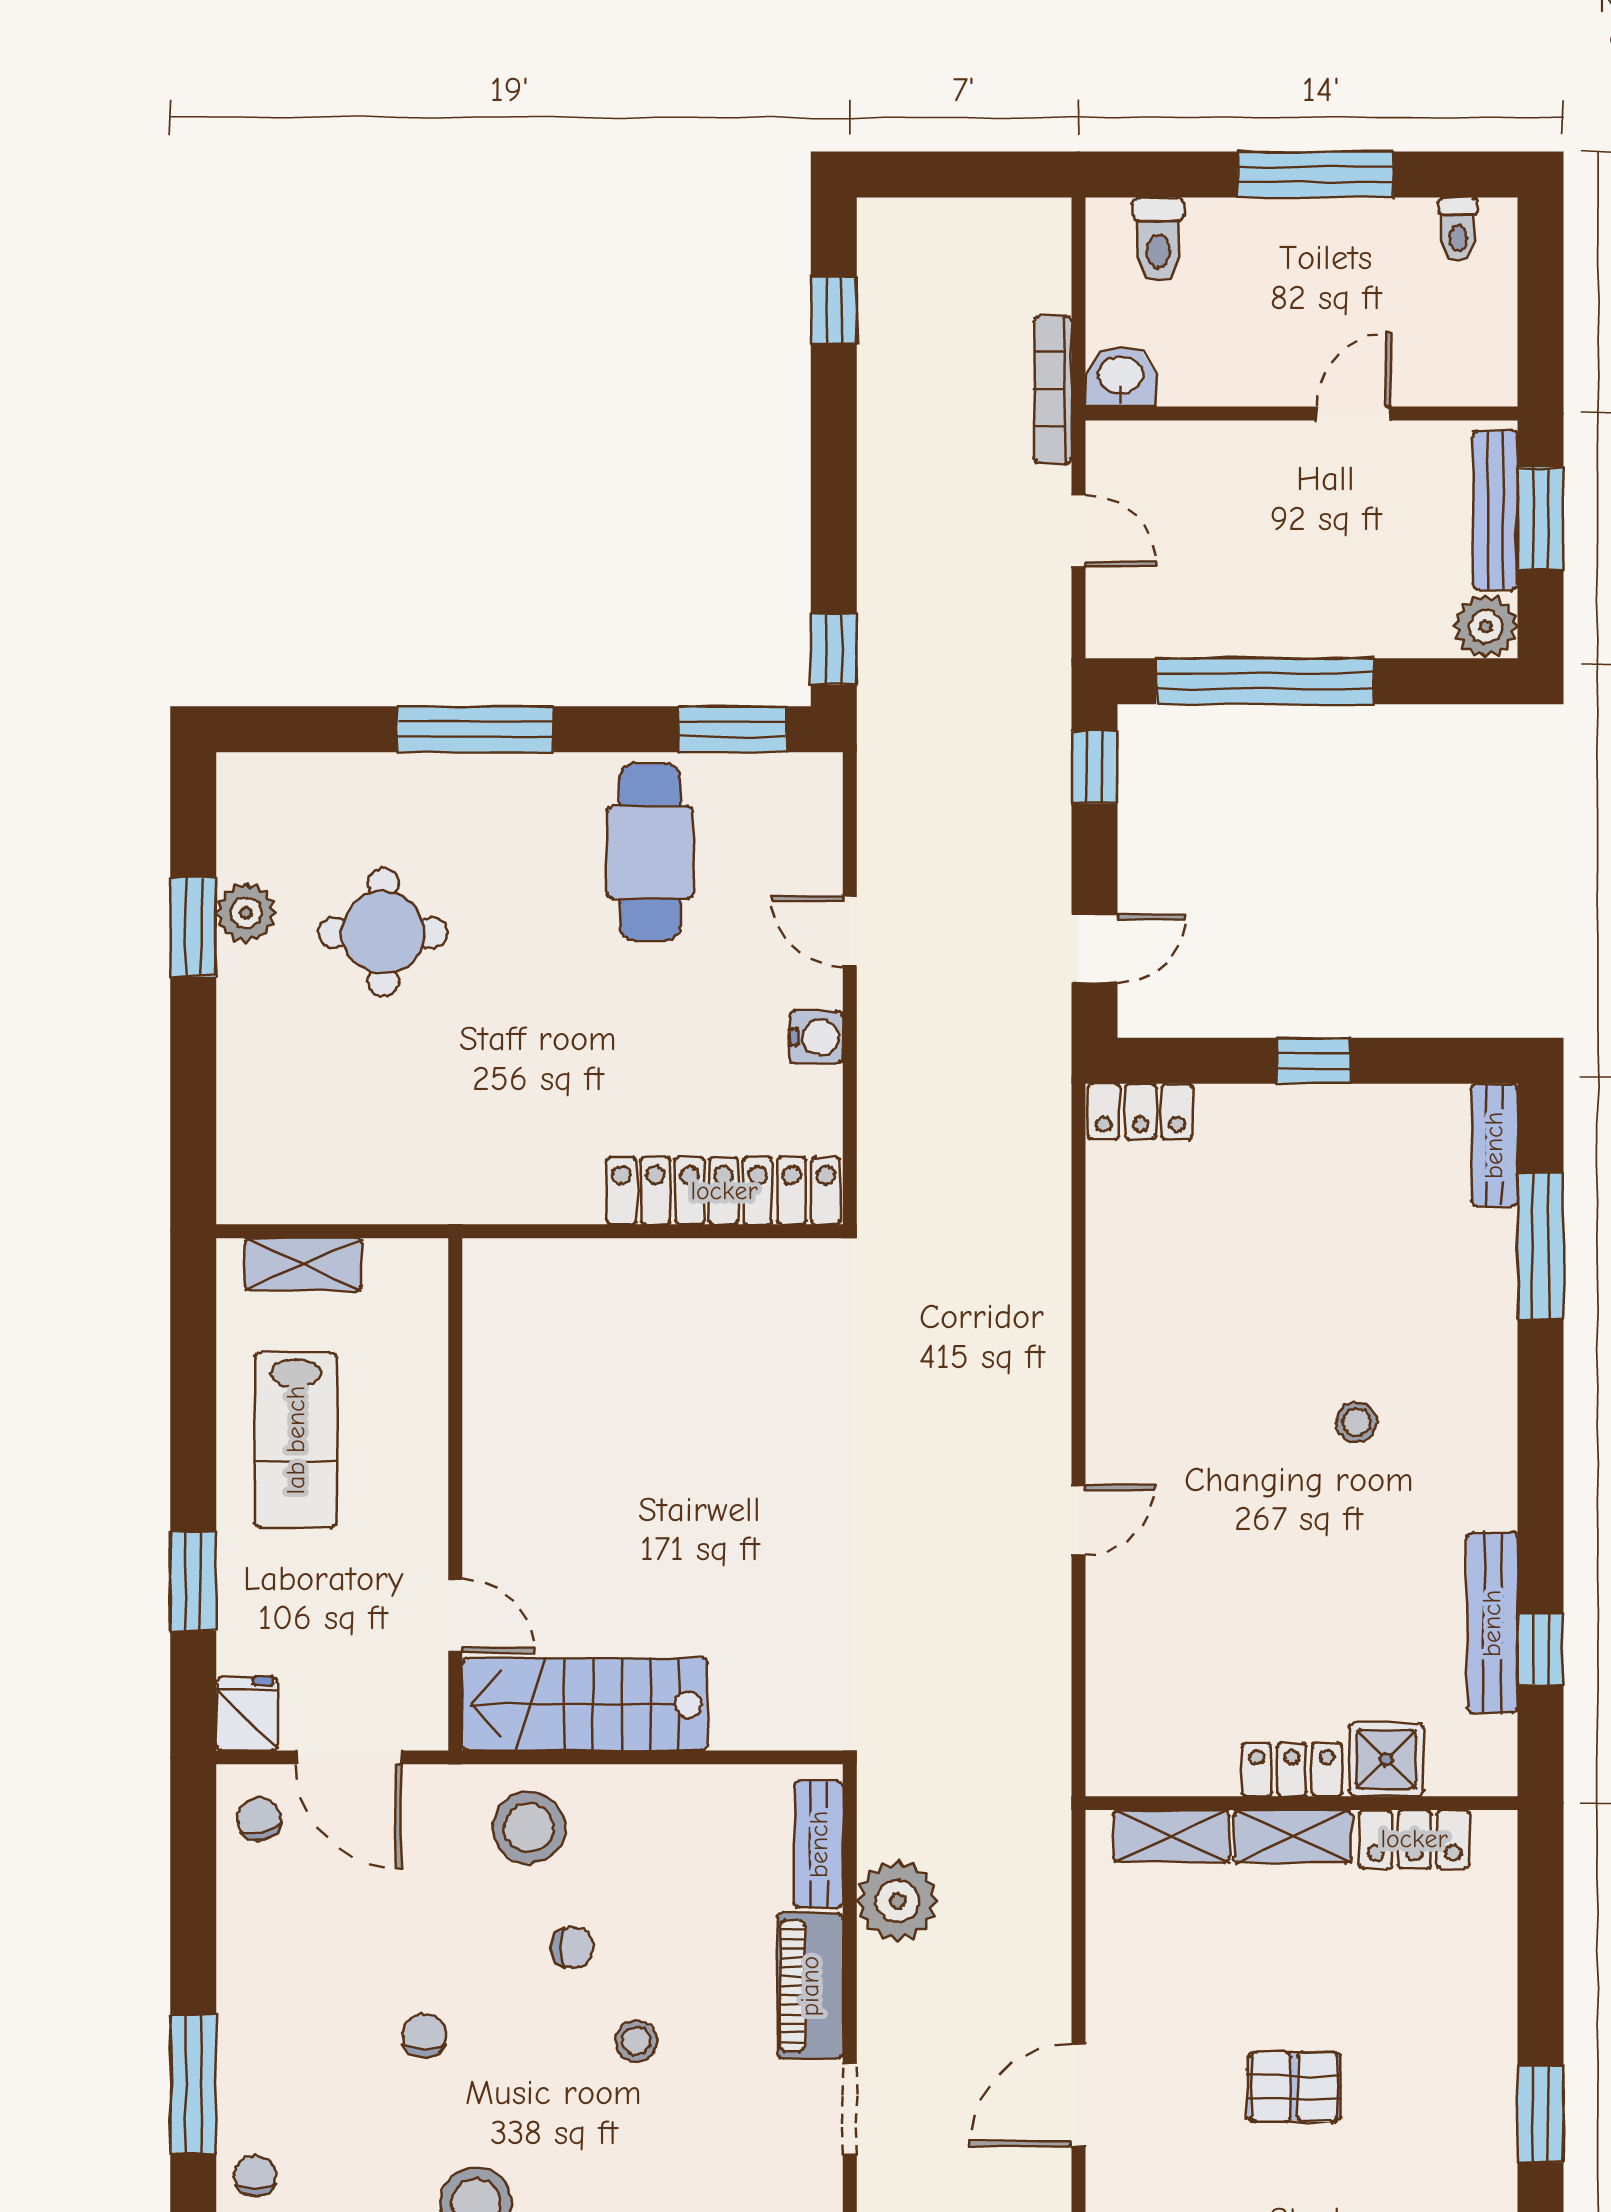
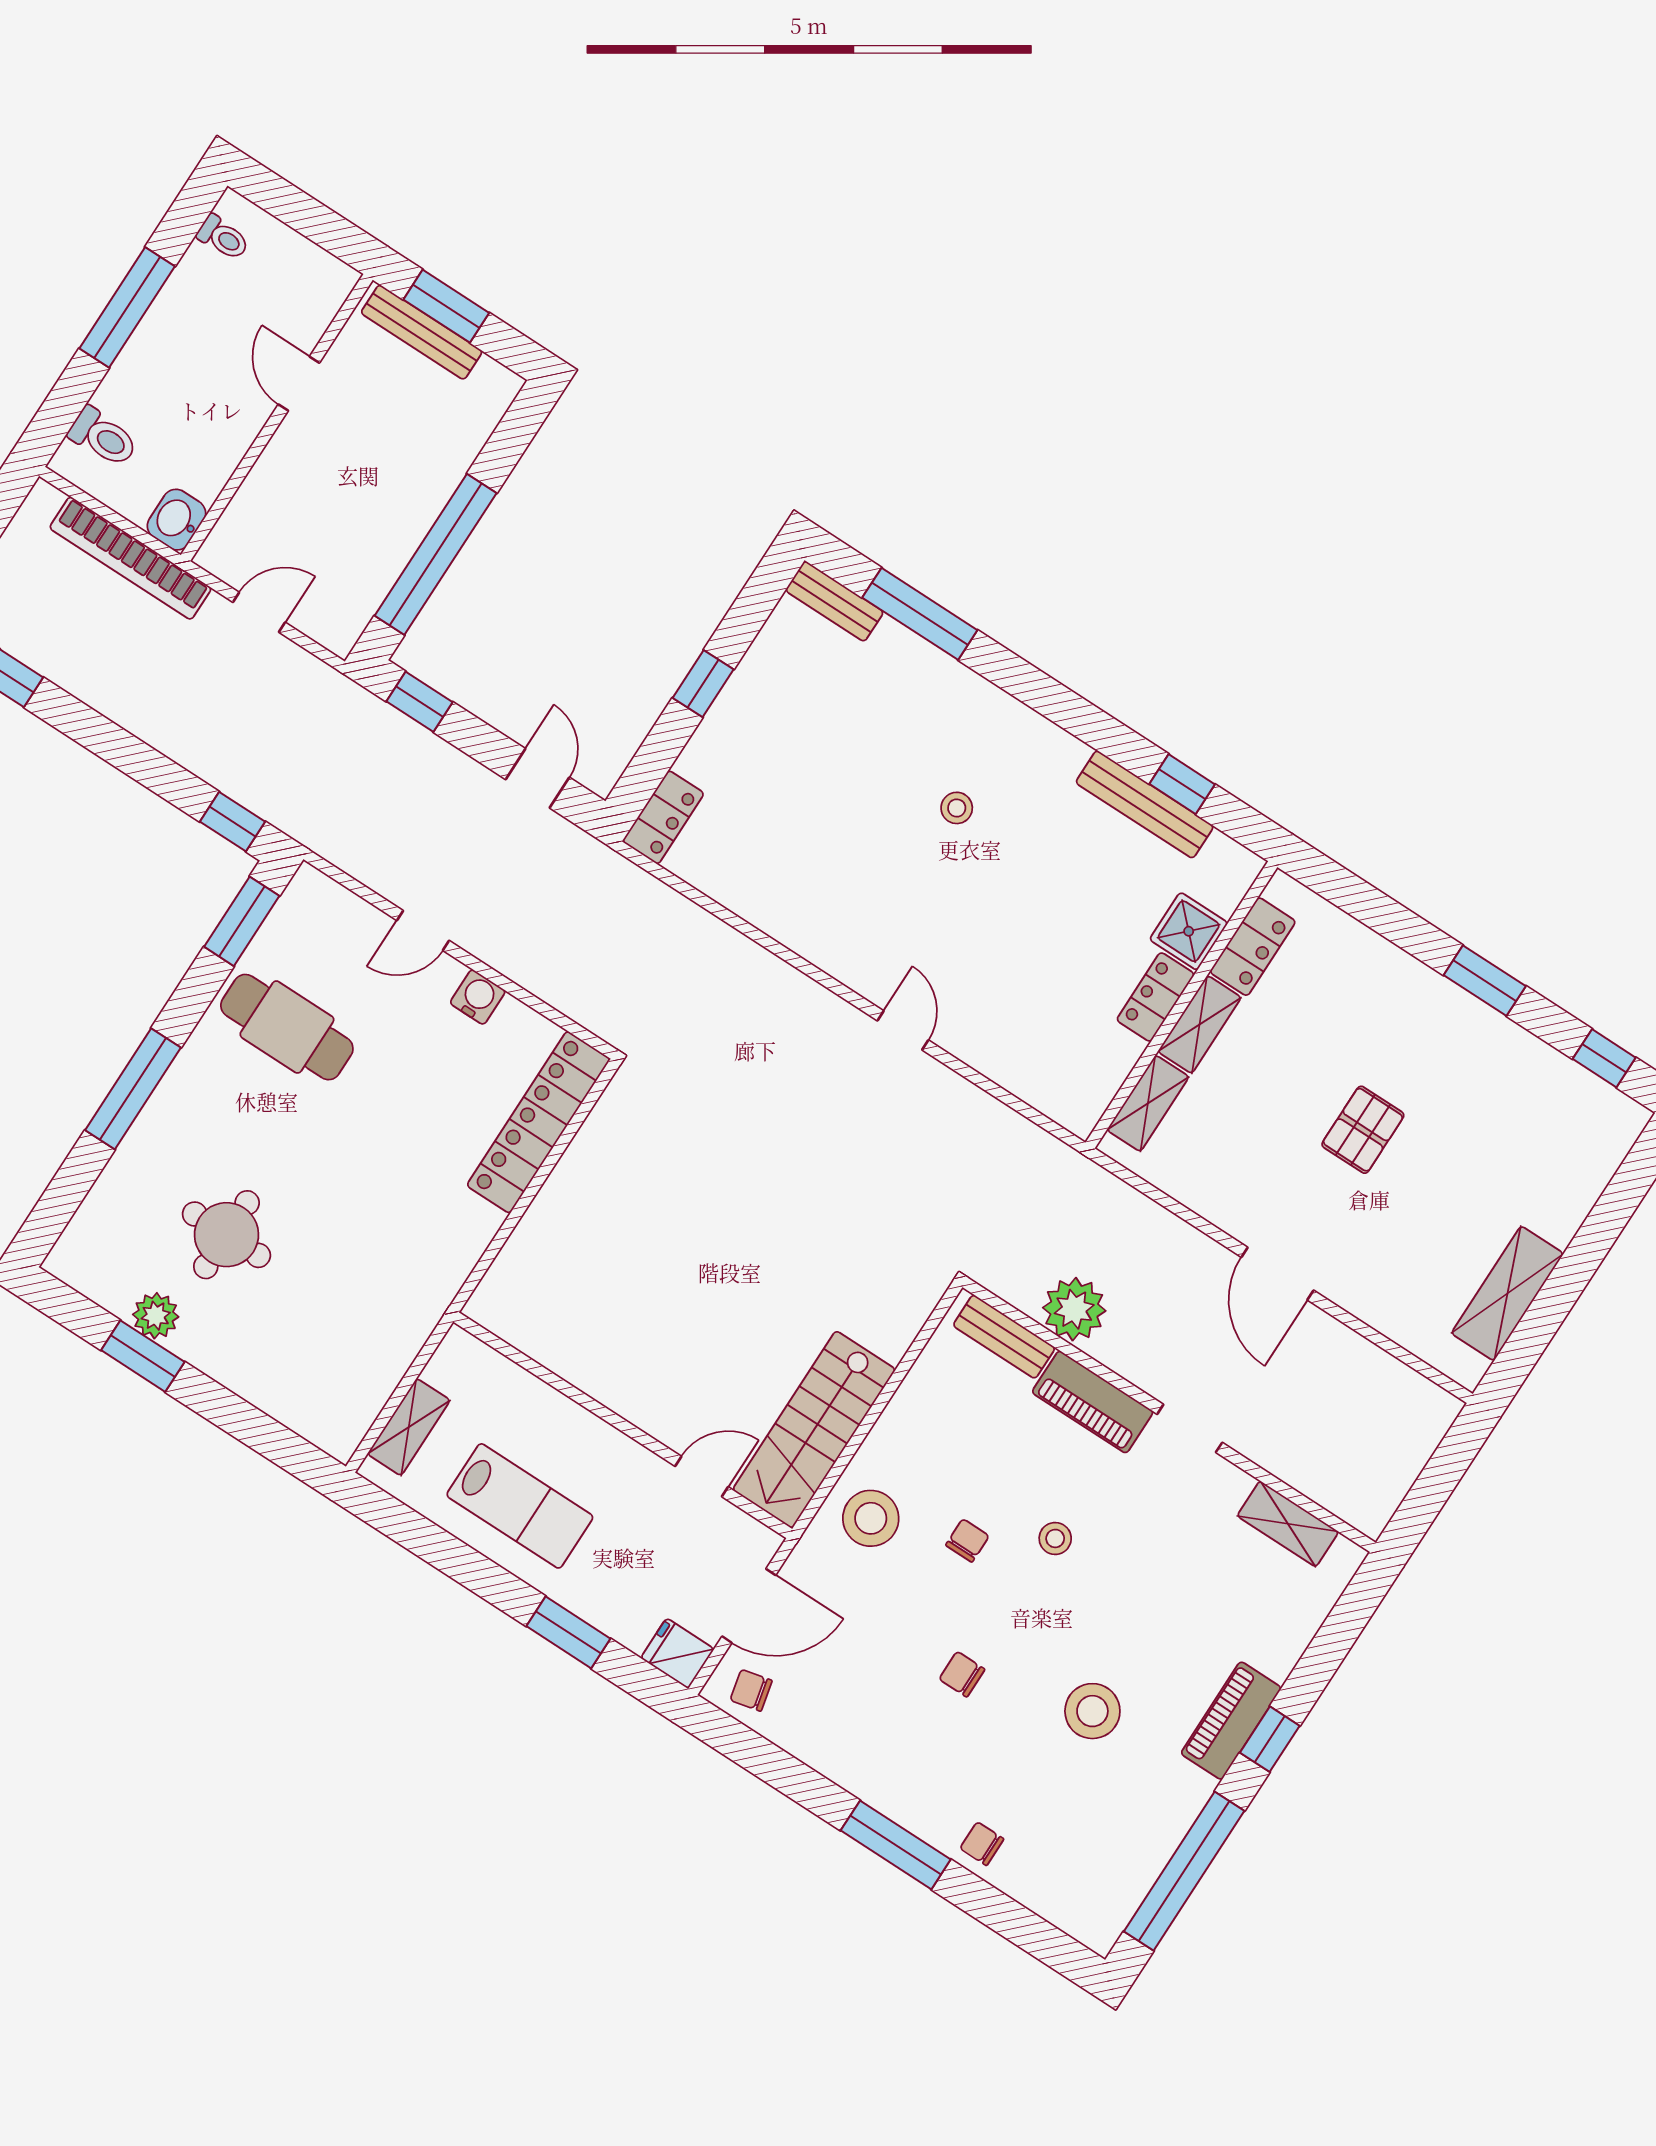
bookcase: (1053, 389) -> (130, 558), width x1.48, depth x1.31
plant: (1486, 626) -> (493, 388), removed

